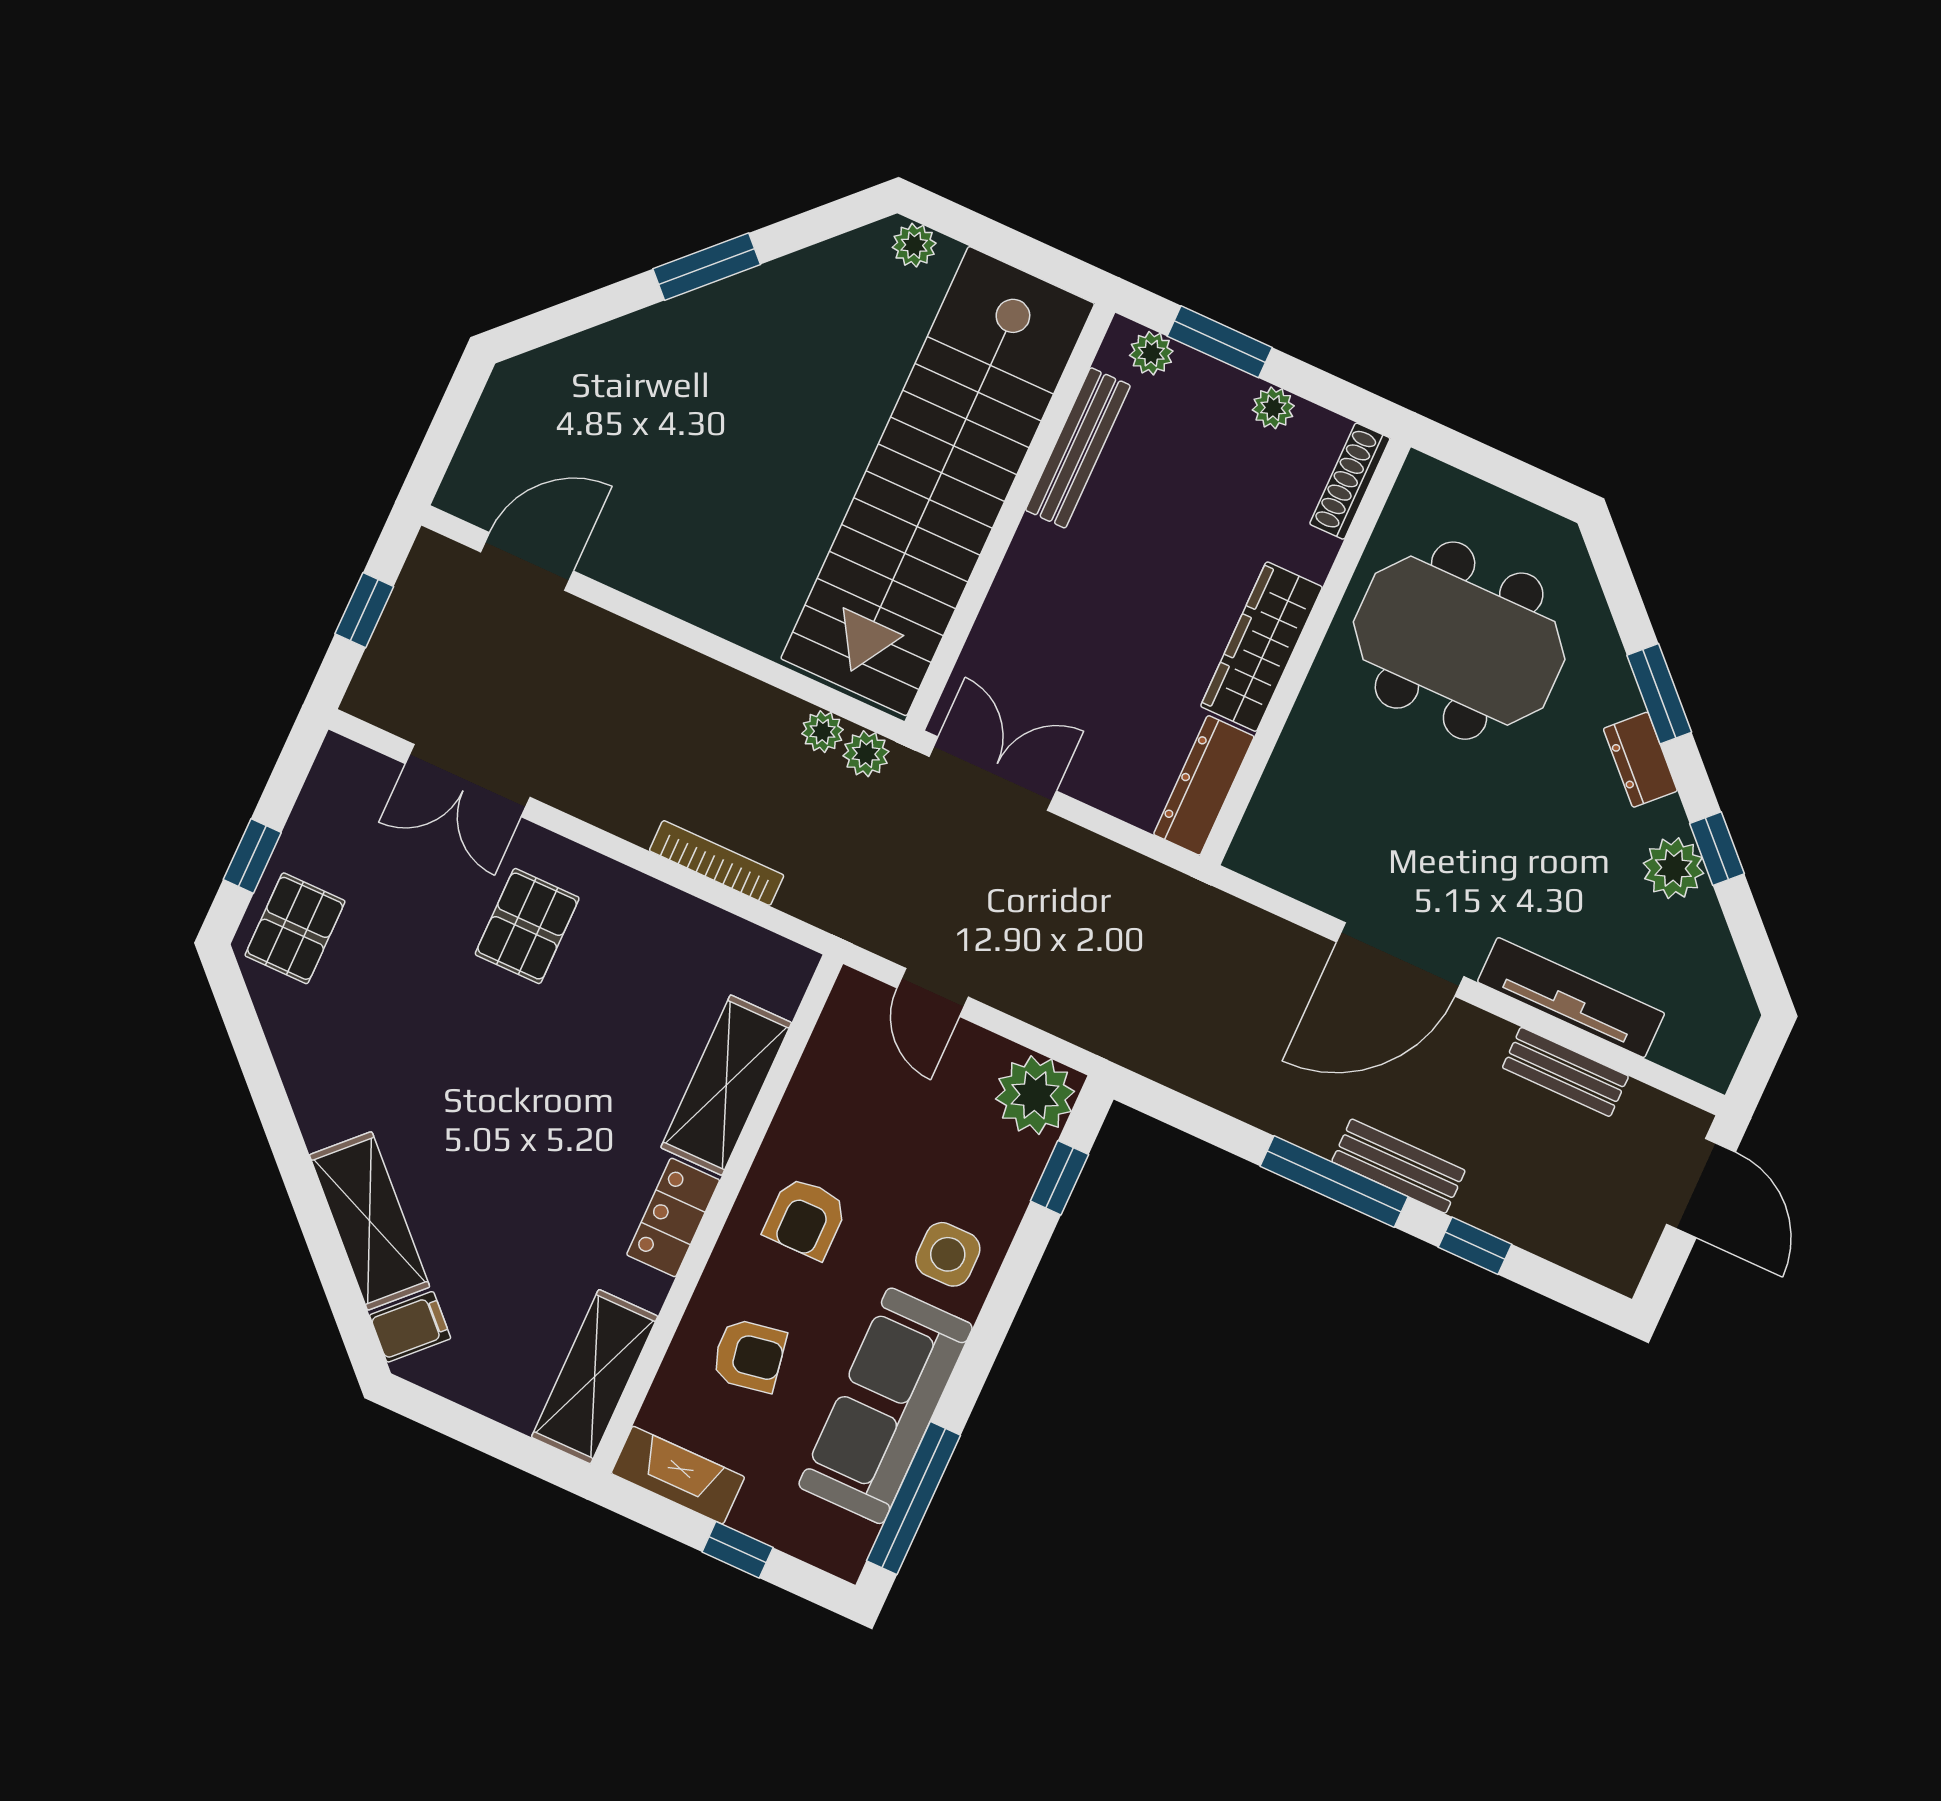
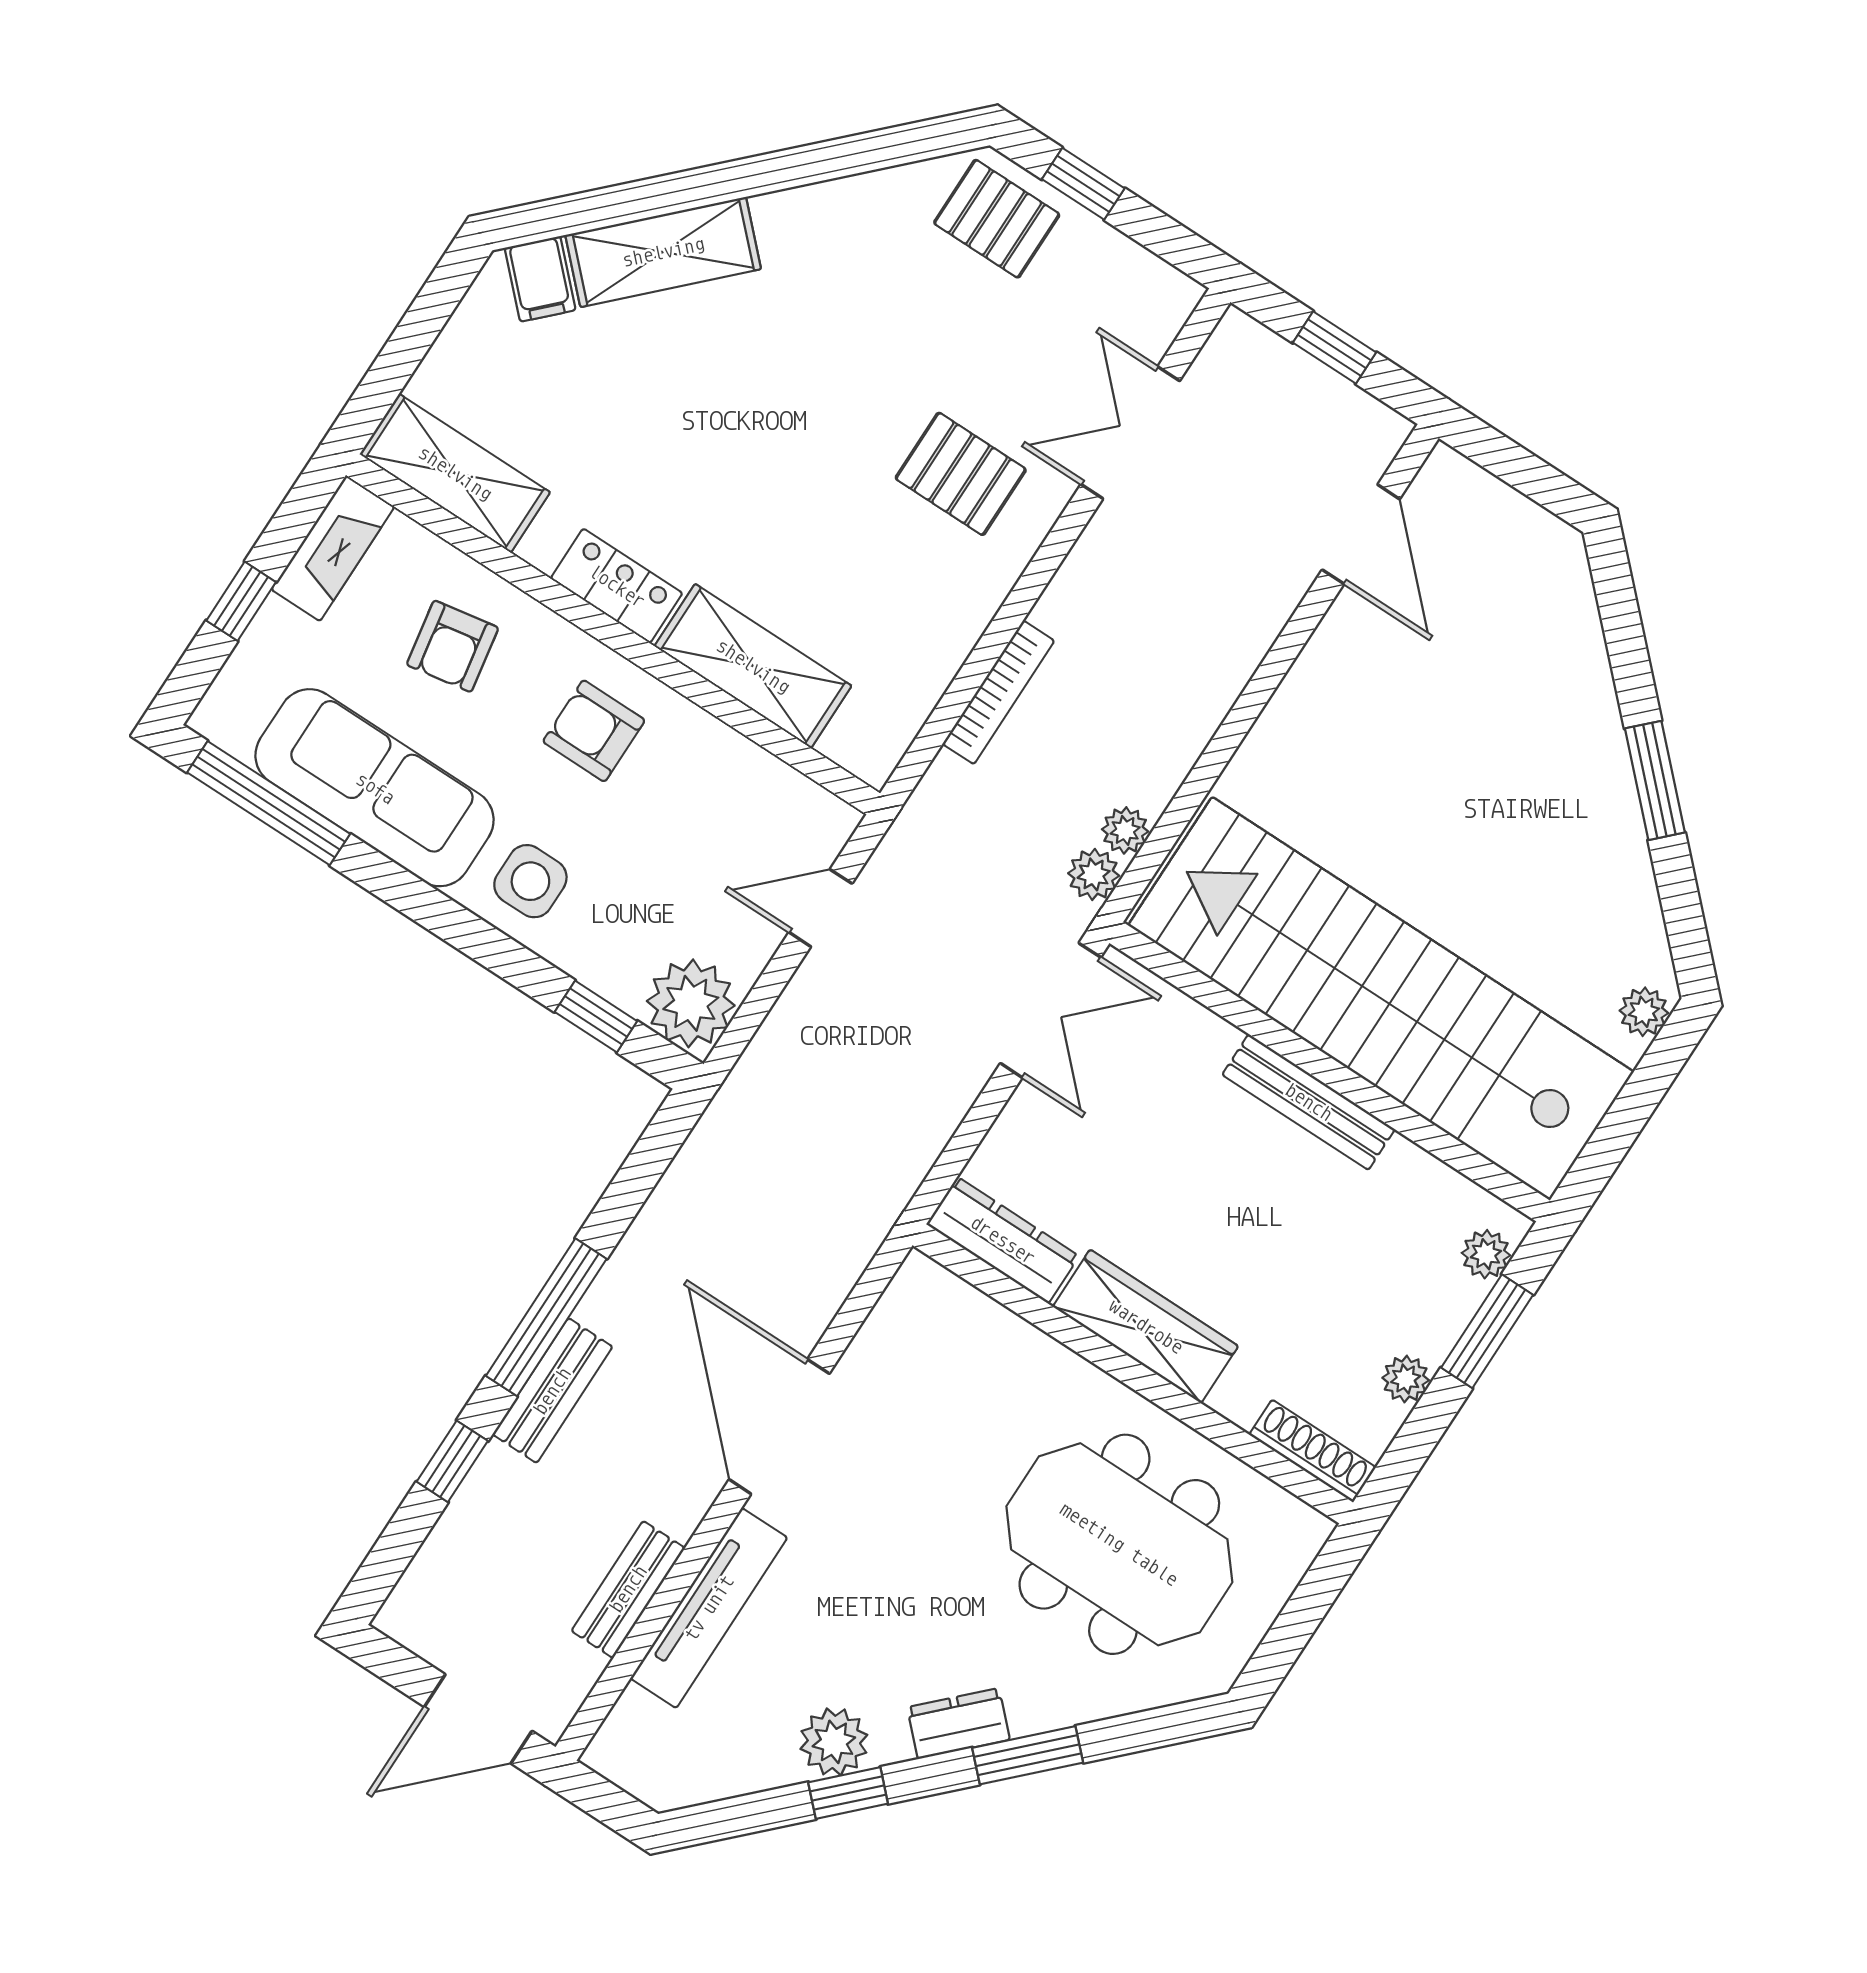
bench: (1078, 448) -> (1309, 1102), moved
meeting table: (1459, 641) -> (1119, 1544), turned 90

